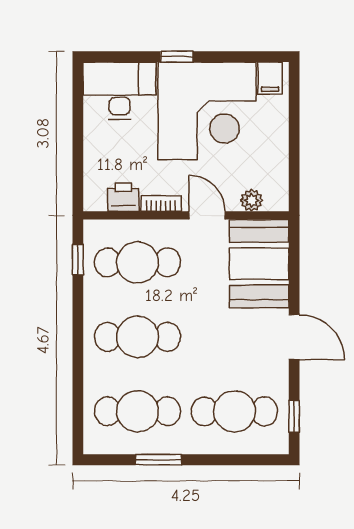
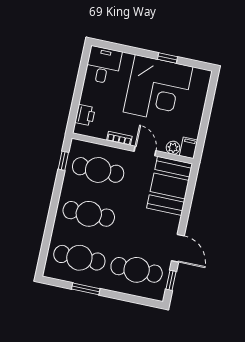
window: (177, 57) -> (168, 58), moved
filing cabinet: (270, 78) -> (188, 148), moved, turned 180
desk: (120, 91) -> (103, 65), width x0.73
printer: (123, 197) -> (85, 115), moved, turned 90
door: (294, 337) -> (178, 248), moved

